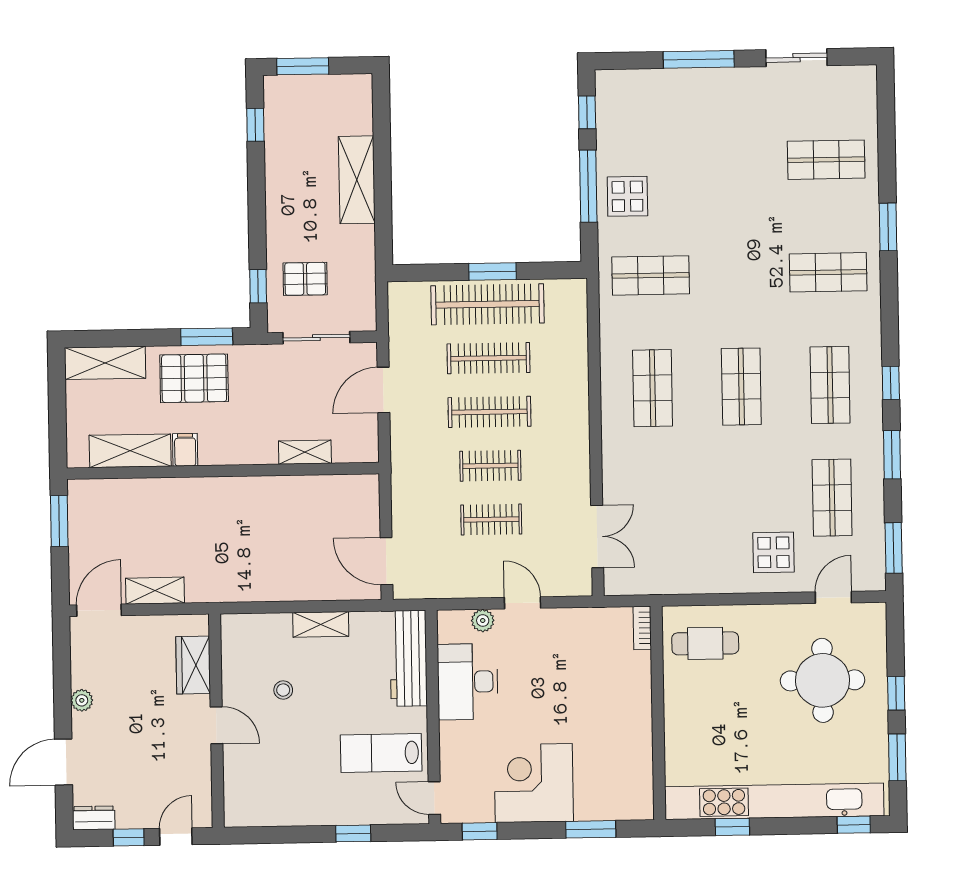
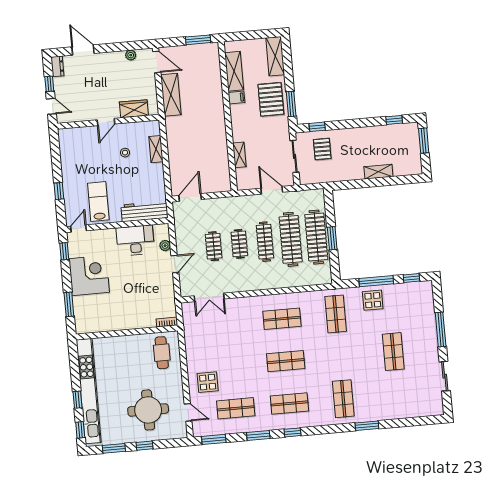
shop shelf: (826, 160) -> (393, 352), moved
shelving: (357, 180) -> (378, 172), width x0.67, depth x0.75
clothes rail: (488, 358) -> (291, 239), width x1.37, depth x1.31
shelving: (155, 591) -> (171, 95), width x1.50, depth x1.33
shelving: (321, 624) -> (156, 149), moved
plant: (82, 700) -> (131, 55), moved
window: (732, 827) -> (77, 400), moved

